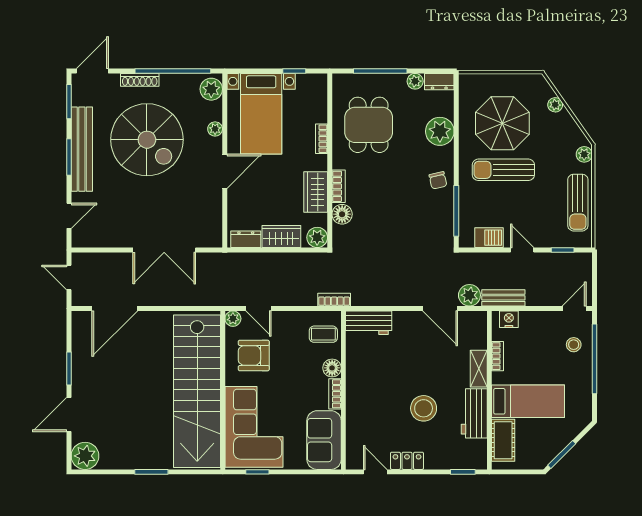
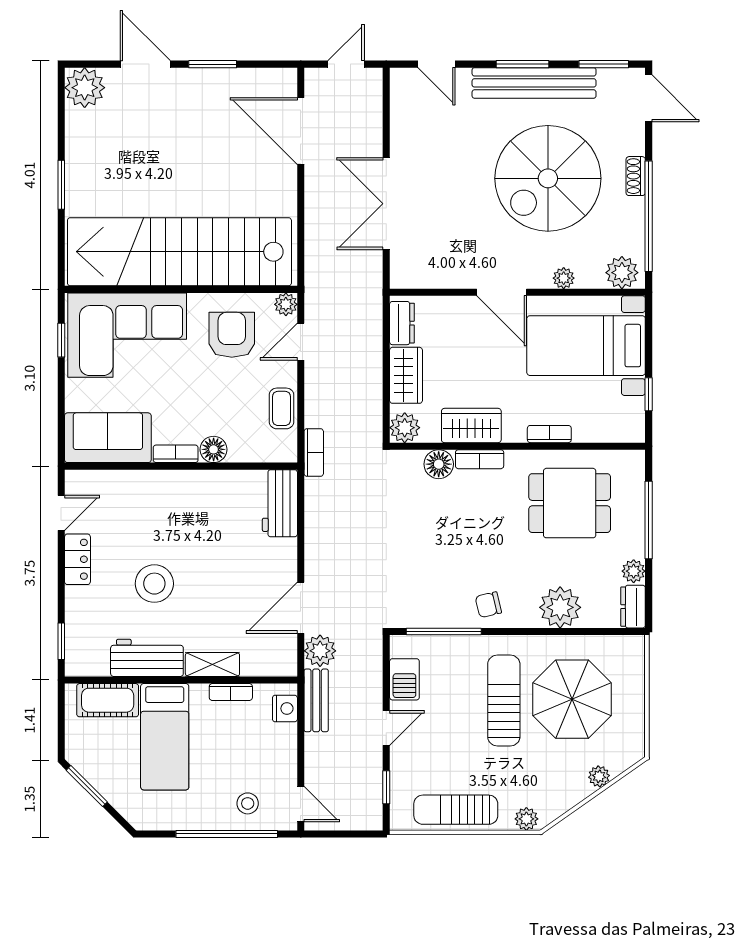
shoe rack: (140, 80) -> (636, 176), width x0.70
coffee table: (323, 334) -> (282, 408), moved

